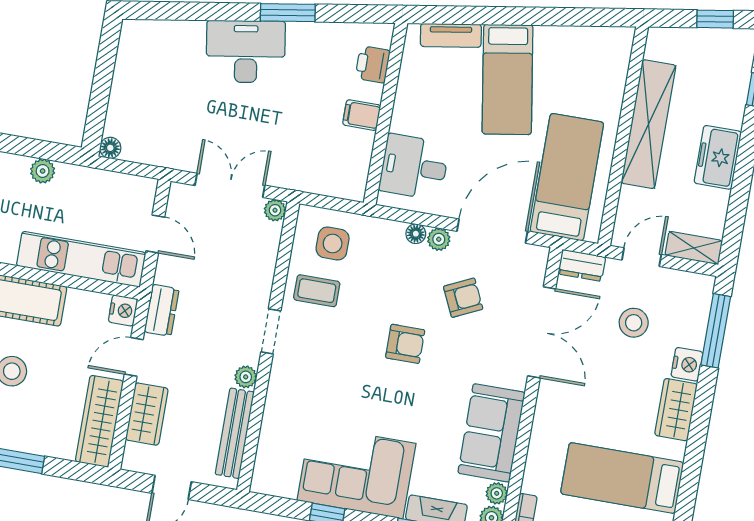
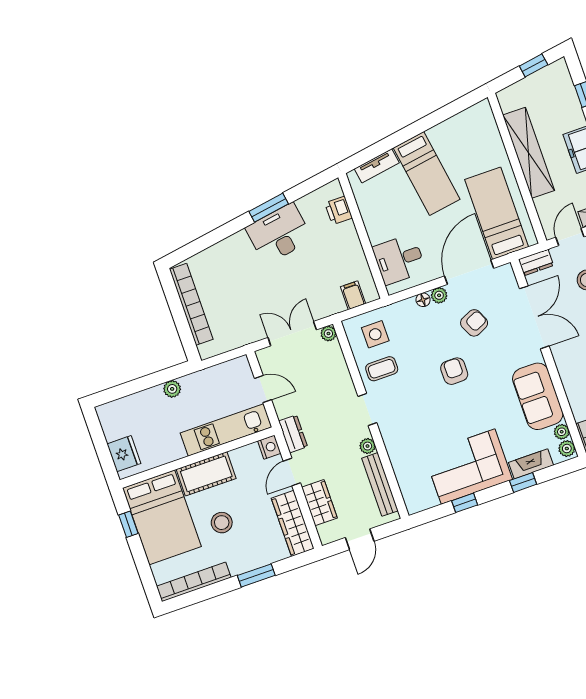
desk: (246, 52) -> (279, 234), moved
bookcase: (125, 79) -> (191, 304), added
filing cabinet: (362, 115) -> (353, 295), moved, turned 90
floor lamp: (110, 148) -> (206, 352), removed
armchair: (405, 344) -> (454, 371), turned -90

